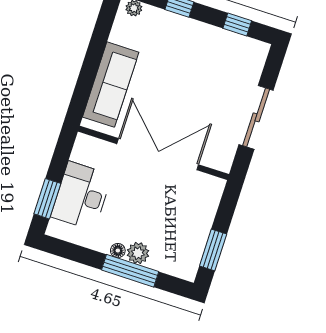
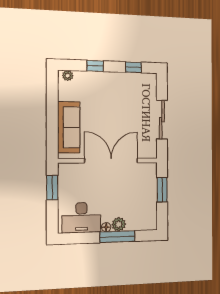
desk: (81, 196) -> (81, 218), moved, turned -90
window: (47, 199) -> (52, 188), moved
window: (213, 250) -> (162, 190), moved

